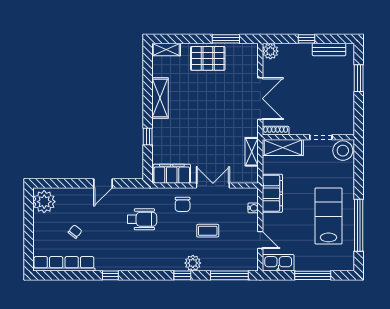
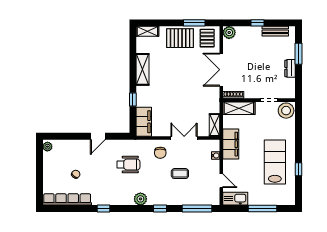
pallet: (242, 58) -> (207, 38), added
dresser: (348, 97) -> (290, 68), added
double door: (260, 99) -> (221, 70), swing flipped
shelving: (252, 152) -> (215, 125), moved
filing cabinet: (172, 174) -> (144, 122), moved, turned 90
plant: (44, 202) -> (47, 147), width x0.53, depth x0.53
window: (359, 225) -> (299, 169), width x0.32
plant: (193, 263) -> (140, 199), moved

